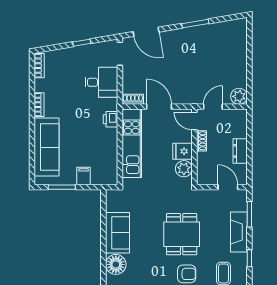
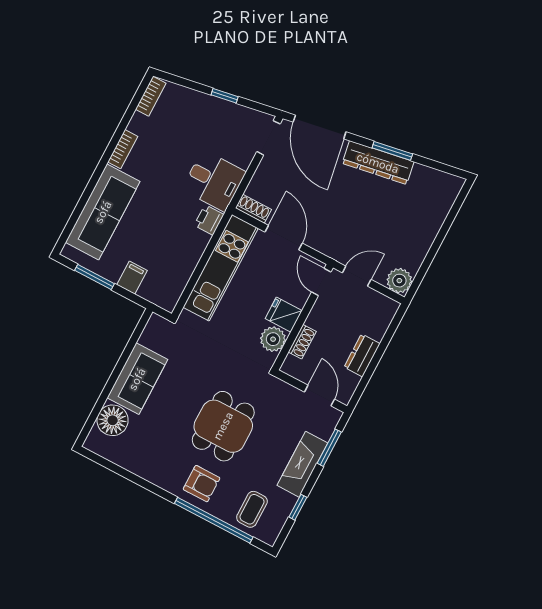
door: (146, 32) -> (320, 127), width x1.36
dresser: (191, 35) -> (378, 163), added
desk: (101, 82) -> (214, 181), moved
shoe rack: (202, 141) -> (302, 342), moved

